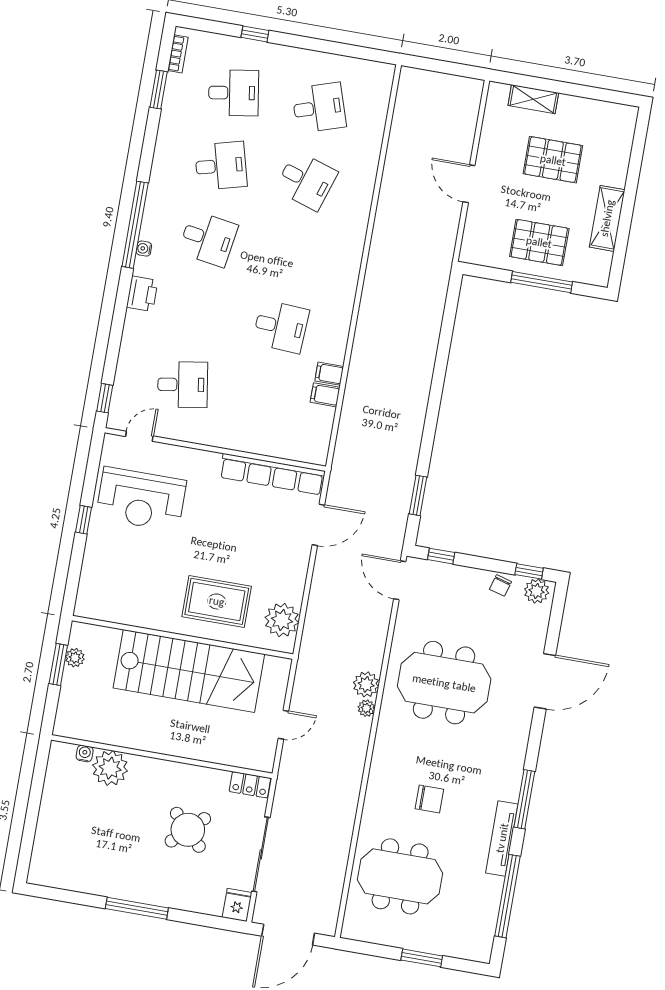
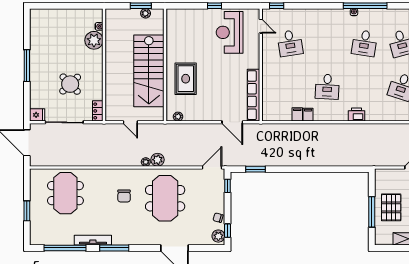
printer: (142, 294) -> (357, 115), moved, turned 180
plant: (282, 620) -> (178, 117), width x0.53, depth x0.53
chair: (429, 799) -> (124, 196), moved

